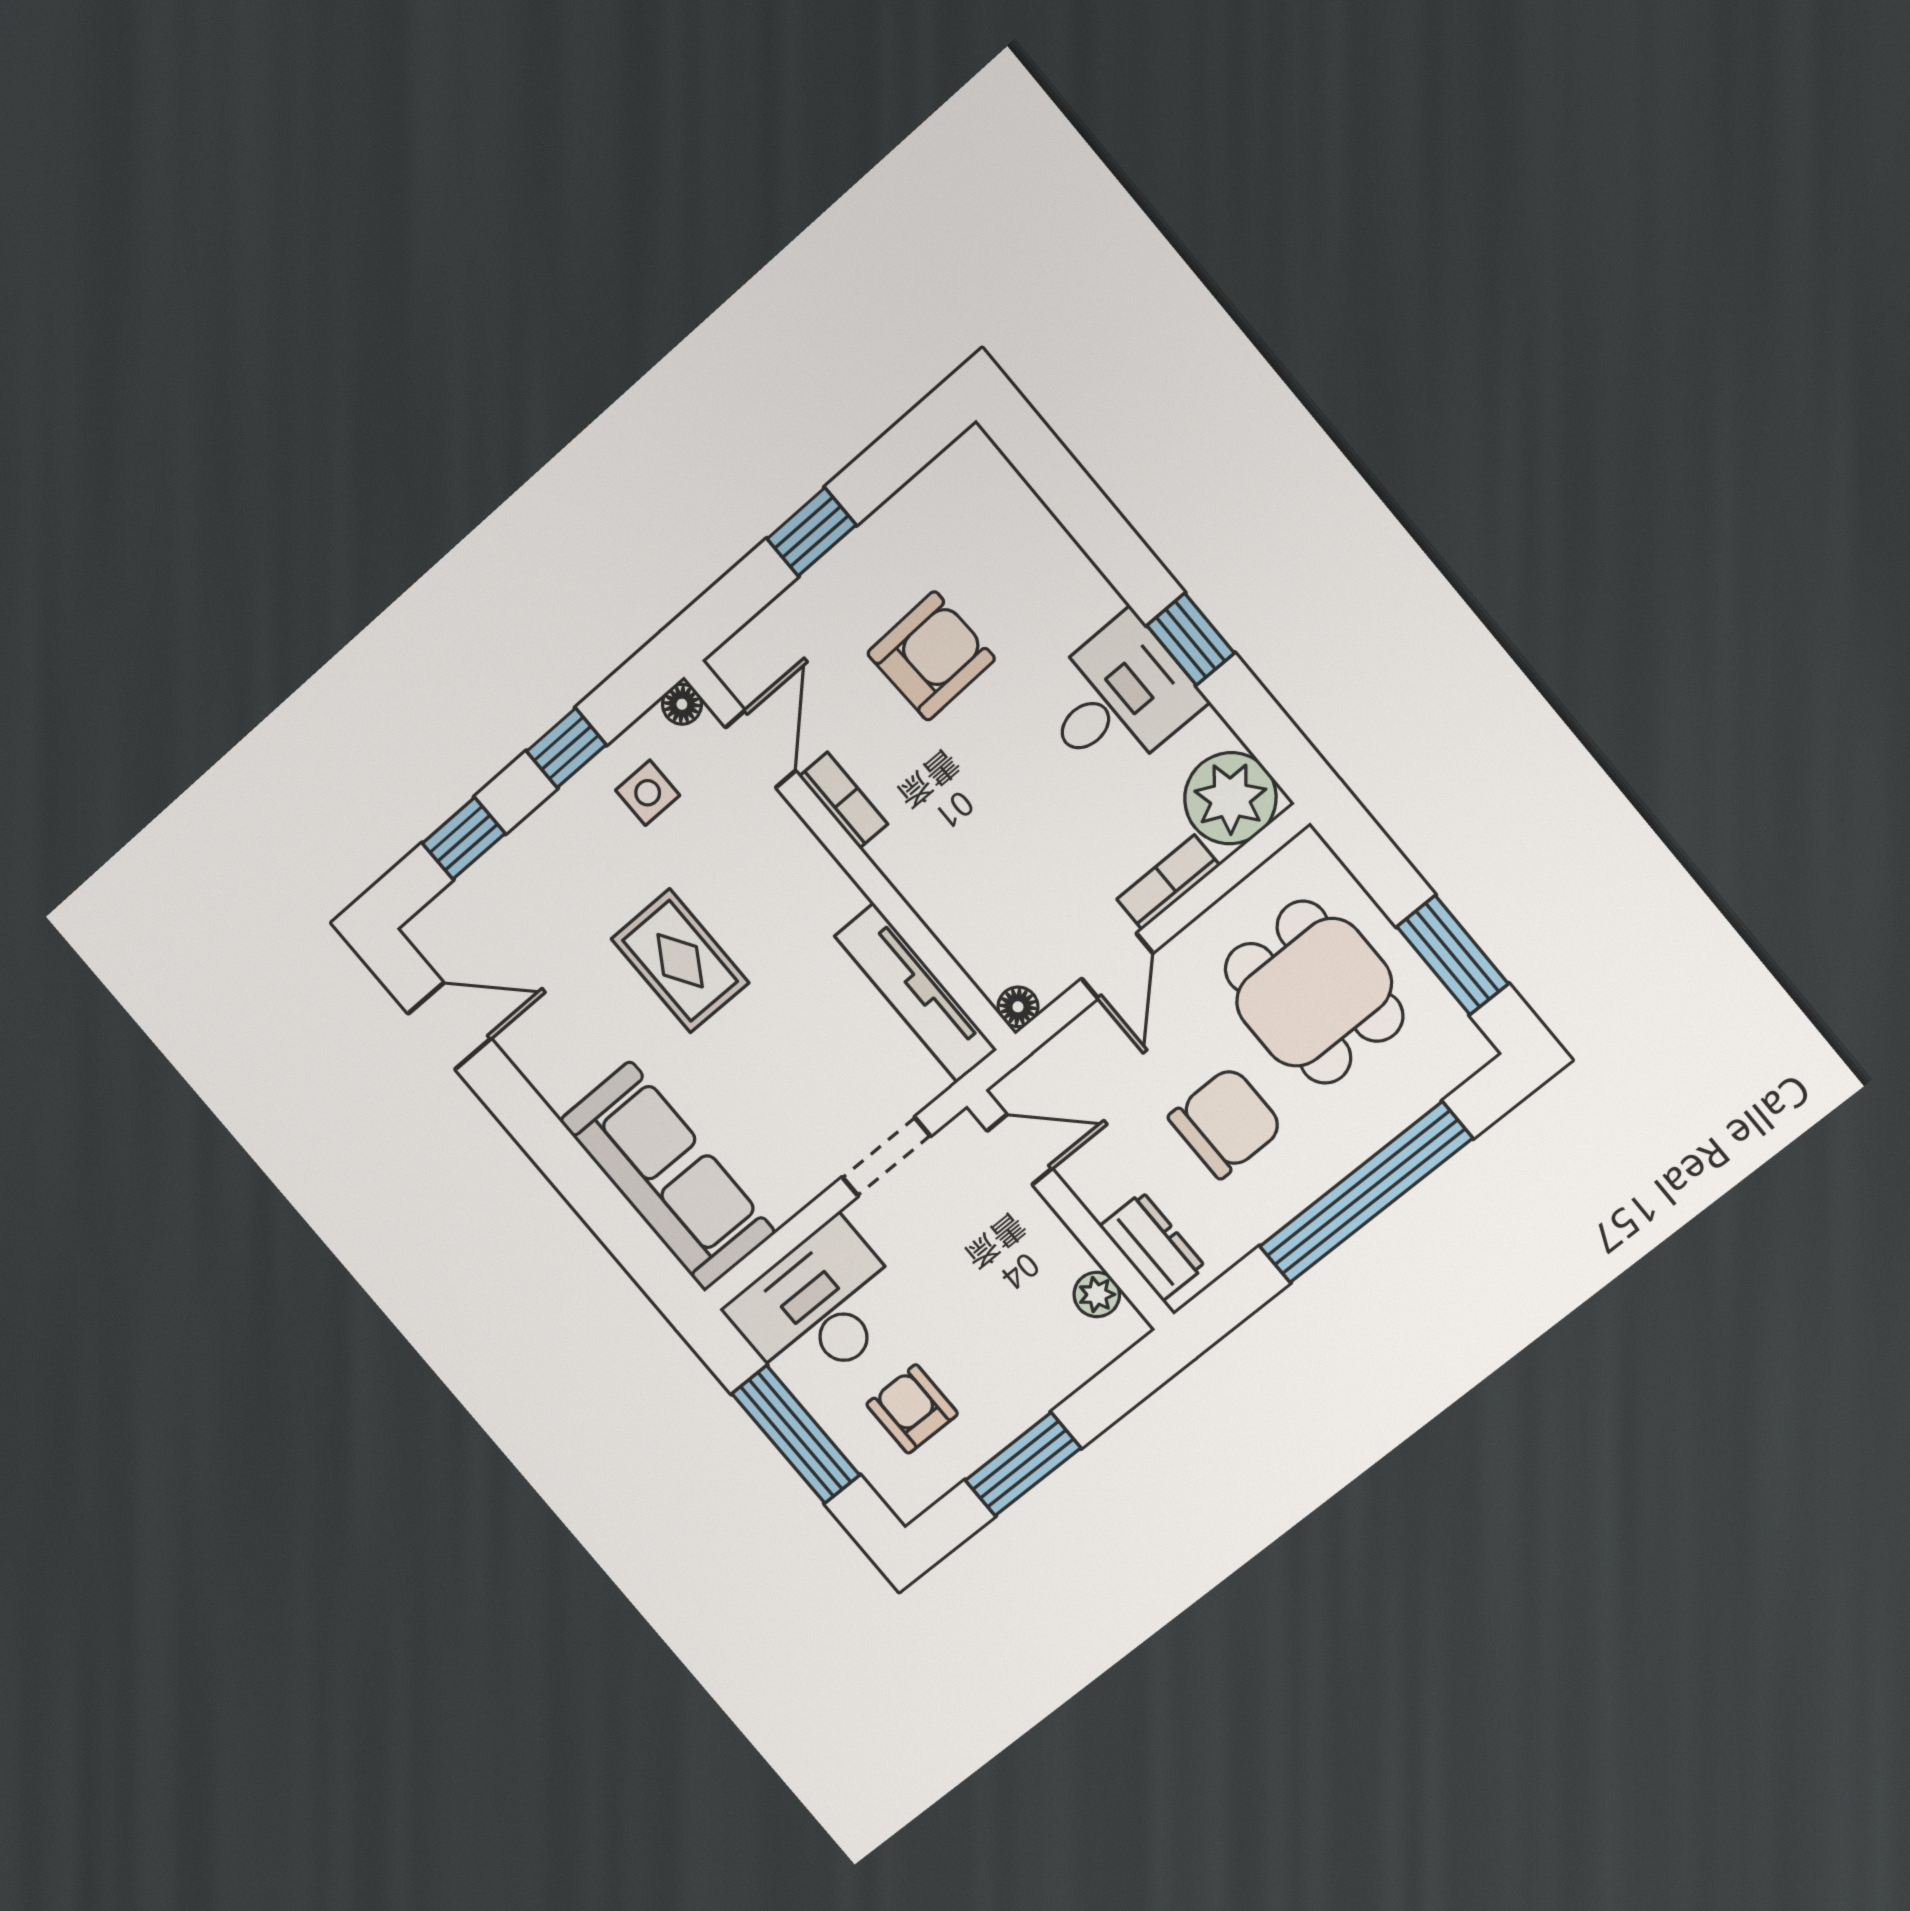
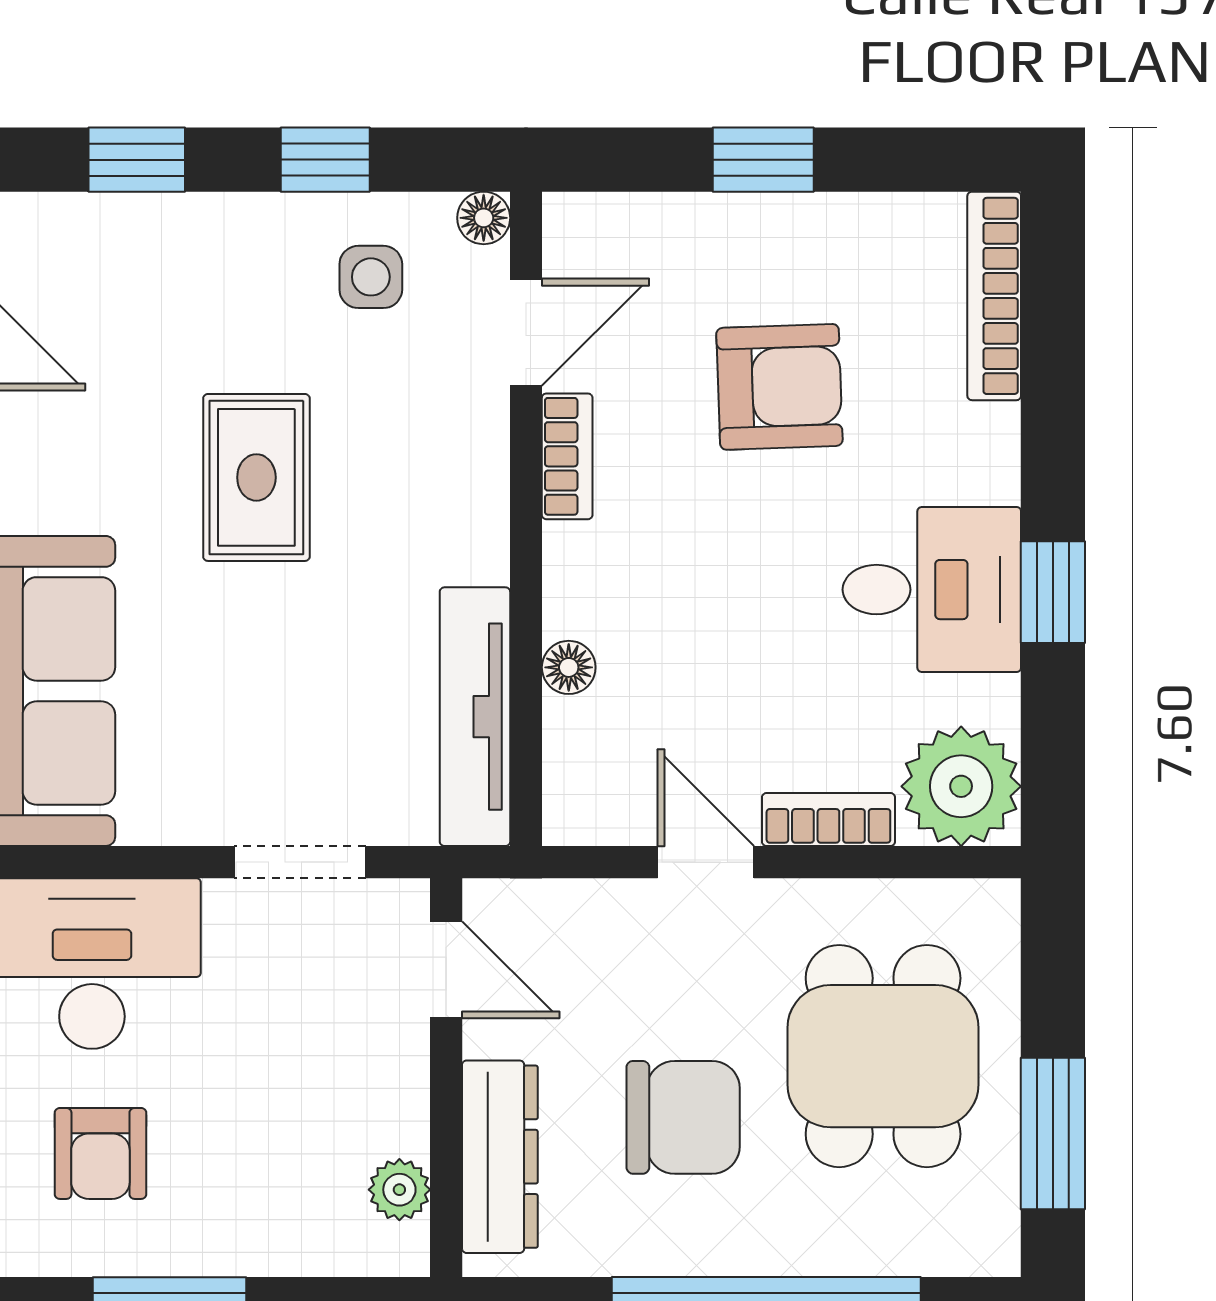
bookcase: (1012, 495) -> (994, 296), added
door: (1117, 966) -> (706, 862), swing flipped
floor lamp: (1018, 1007) -> (569, 667), moved
dresser: (1152, 1246) -> (500, 1157), width x1.44
armchair: (912, 1409) -> (100, 1153), turned 180

